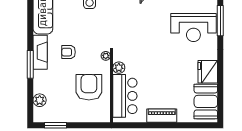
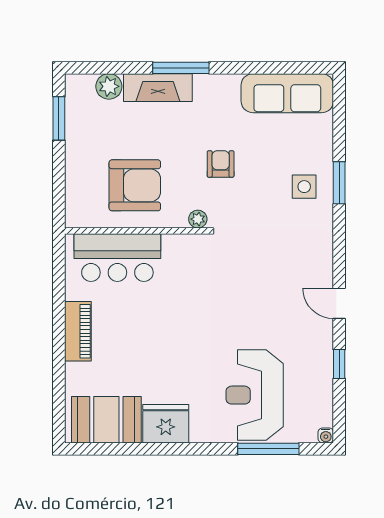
fireplace: (40, 52) -> (158, 88), moved
armchair: (69, 52) -> (221, 164), moved
plant: (119, 68) -> (174, 245), removed

